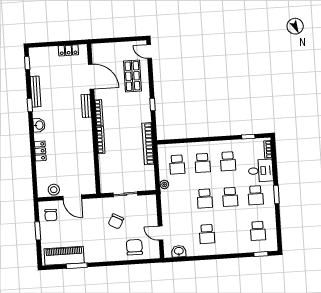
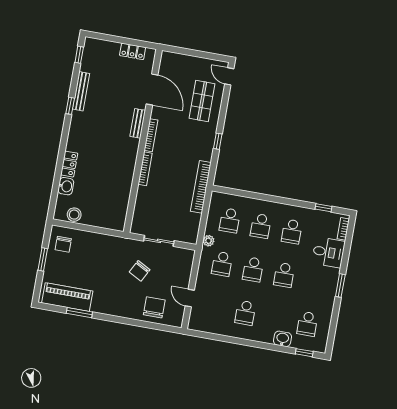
washbasin: (39, 125) -> (66, 186), moved
school desk: (256, 195) -> (222, 264), moved
door: (72, 197) -> (94, 229), removed
washbasin: (179, 251) -> (282, 339), moved

